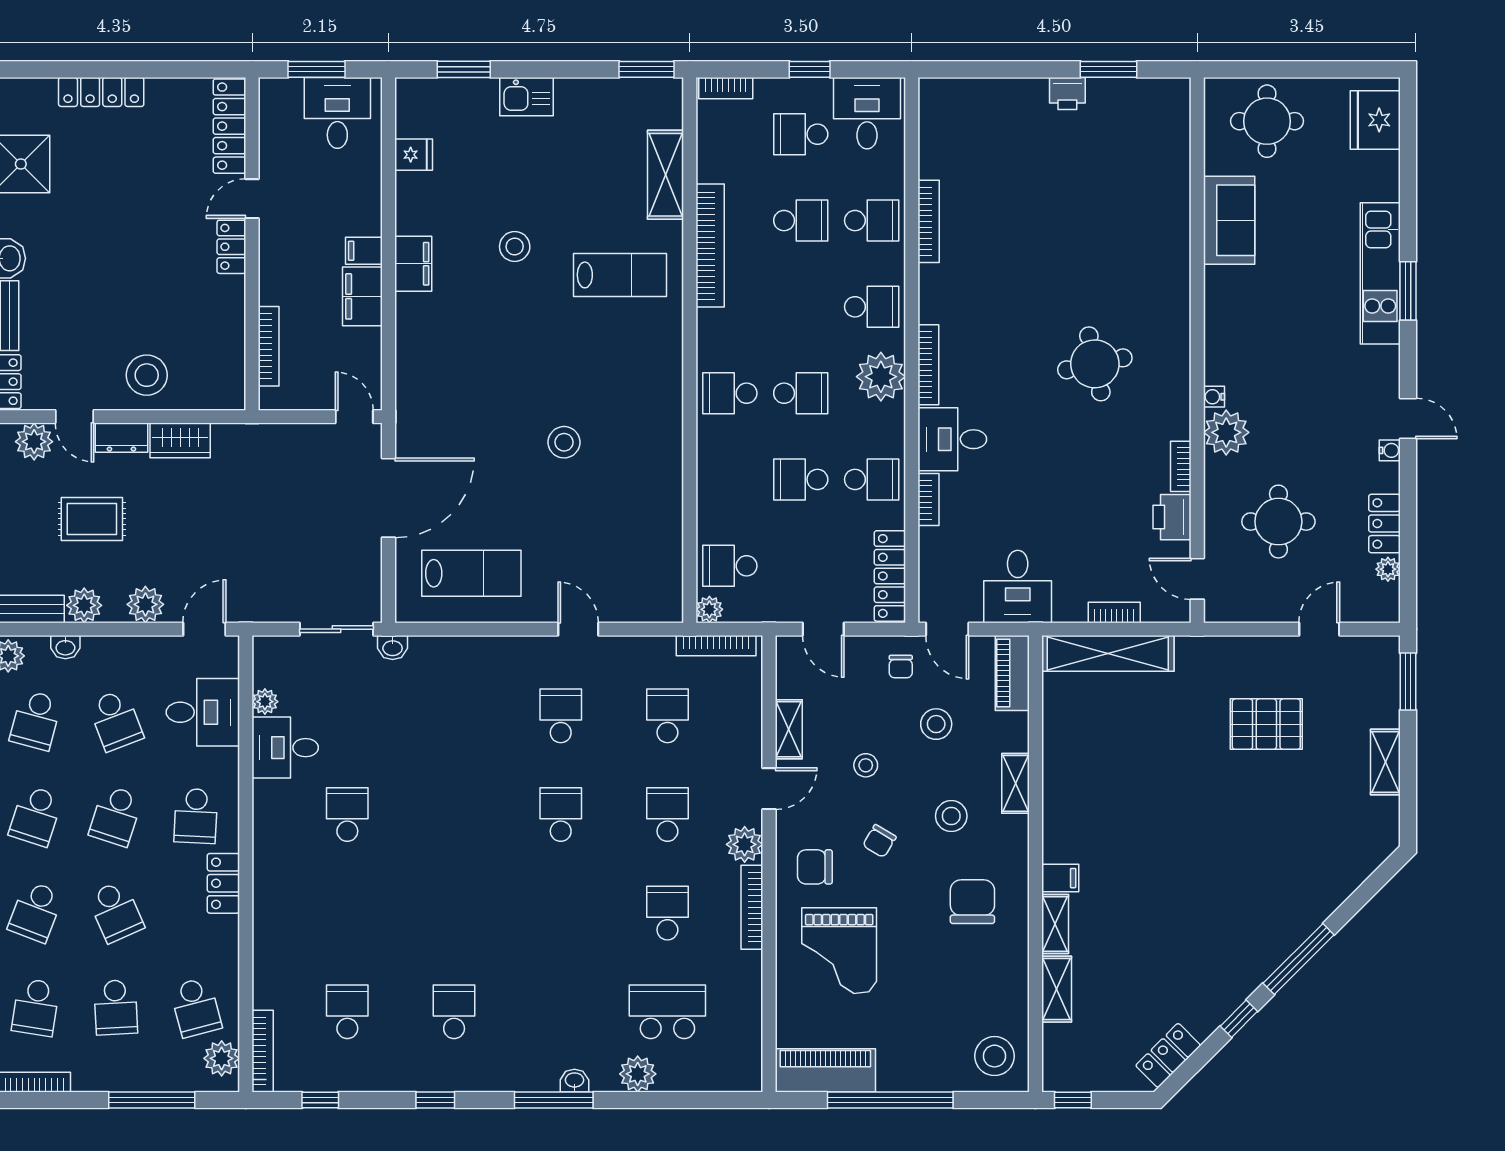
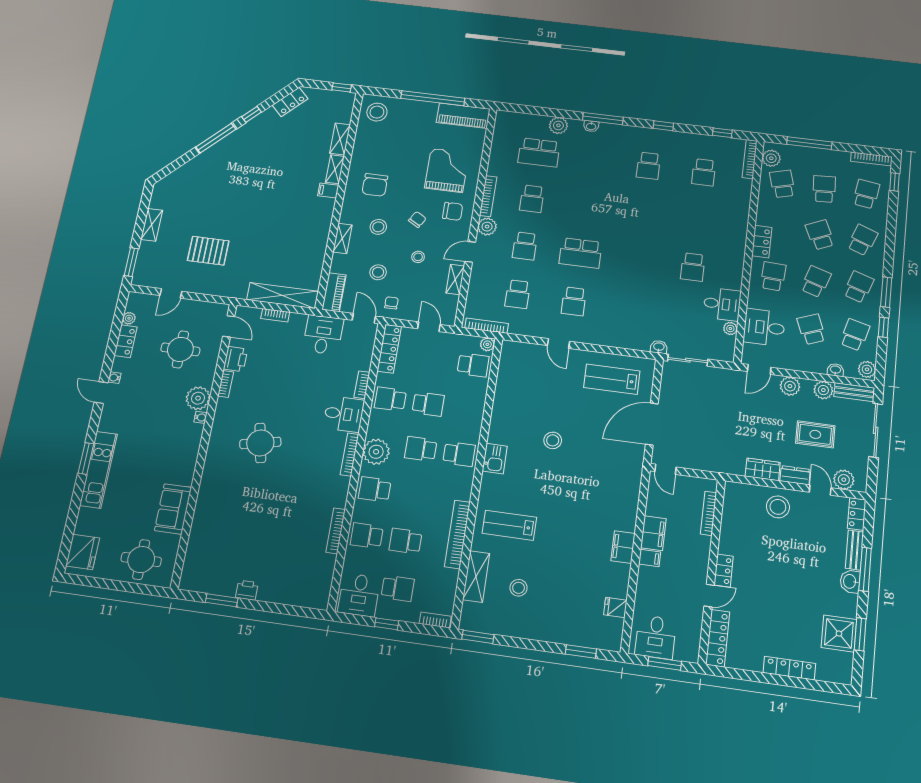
kitchen sink: (527, 97) -> (495, 459), moved, turned 90
stool: (515, 246) -> (519, 588), moved
school desk: (561, 814) -> (581, 253), width x1.85

